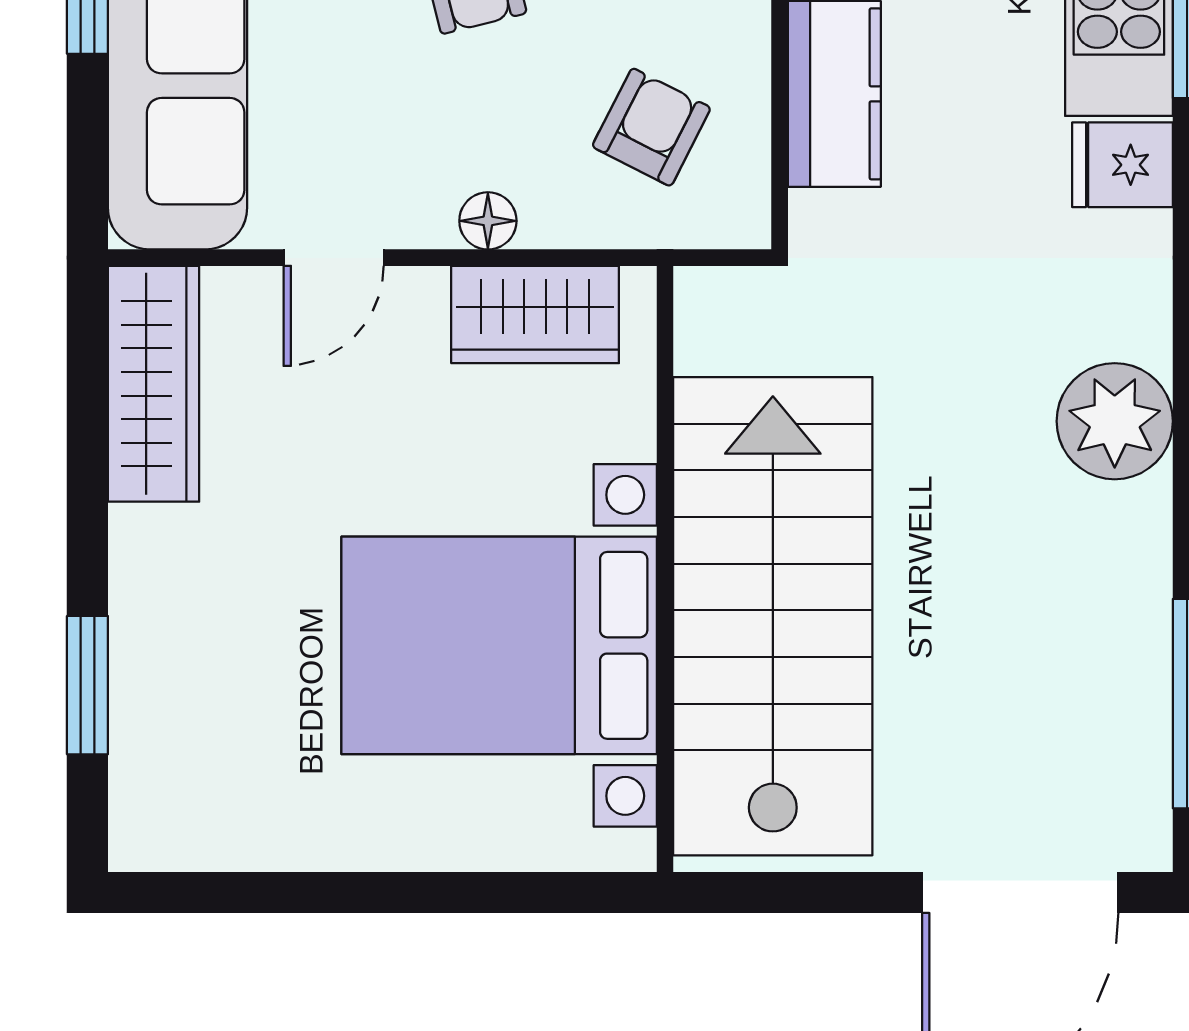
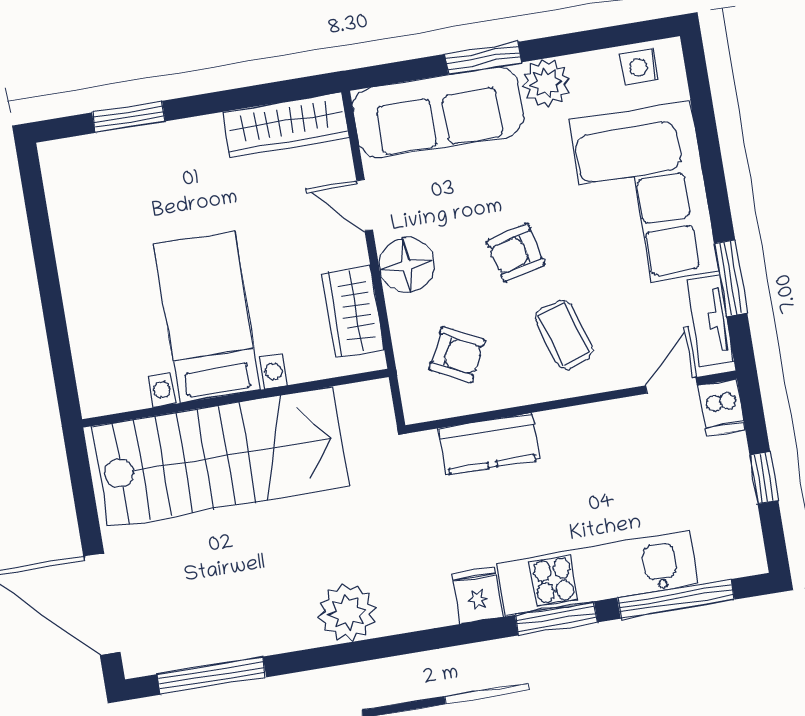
floor lamp: (488, 221) -> (407, 265), width x1.89, depth x1.89
bed with nightstands: (499, 645) -> (207, 317), width x0.73

